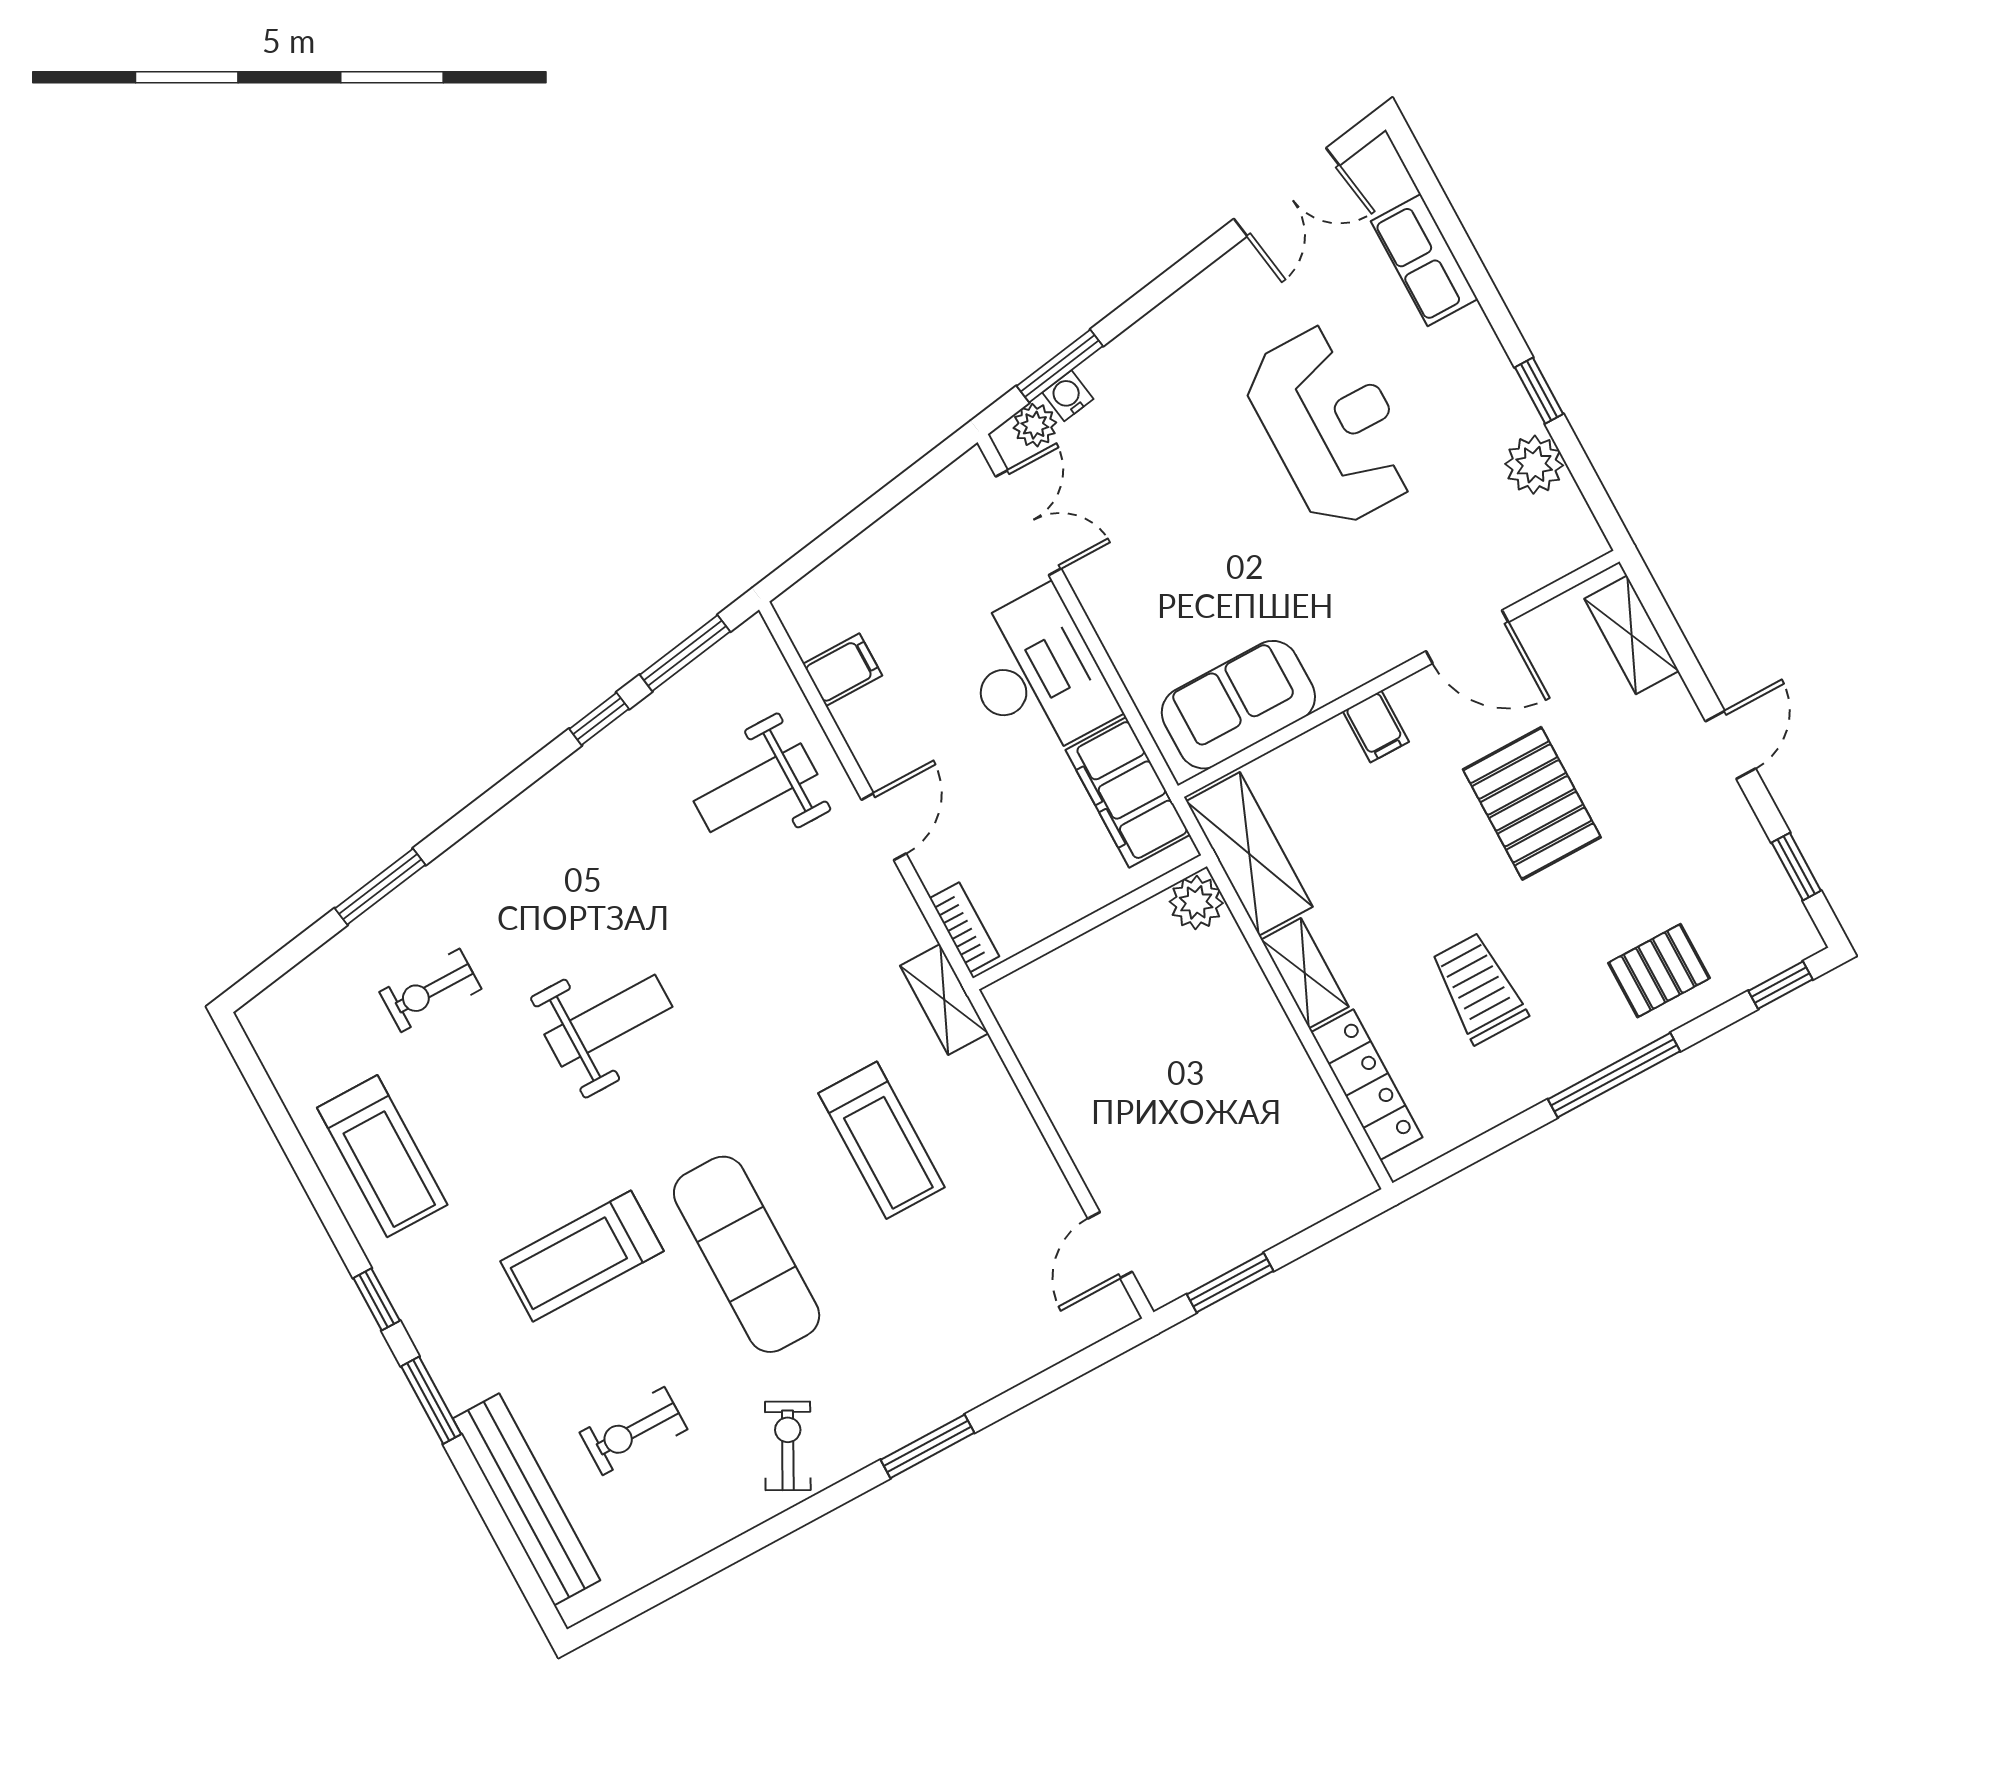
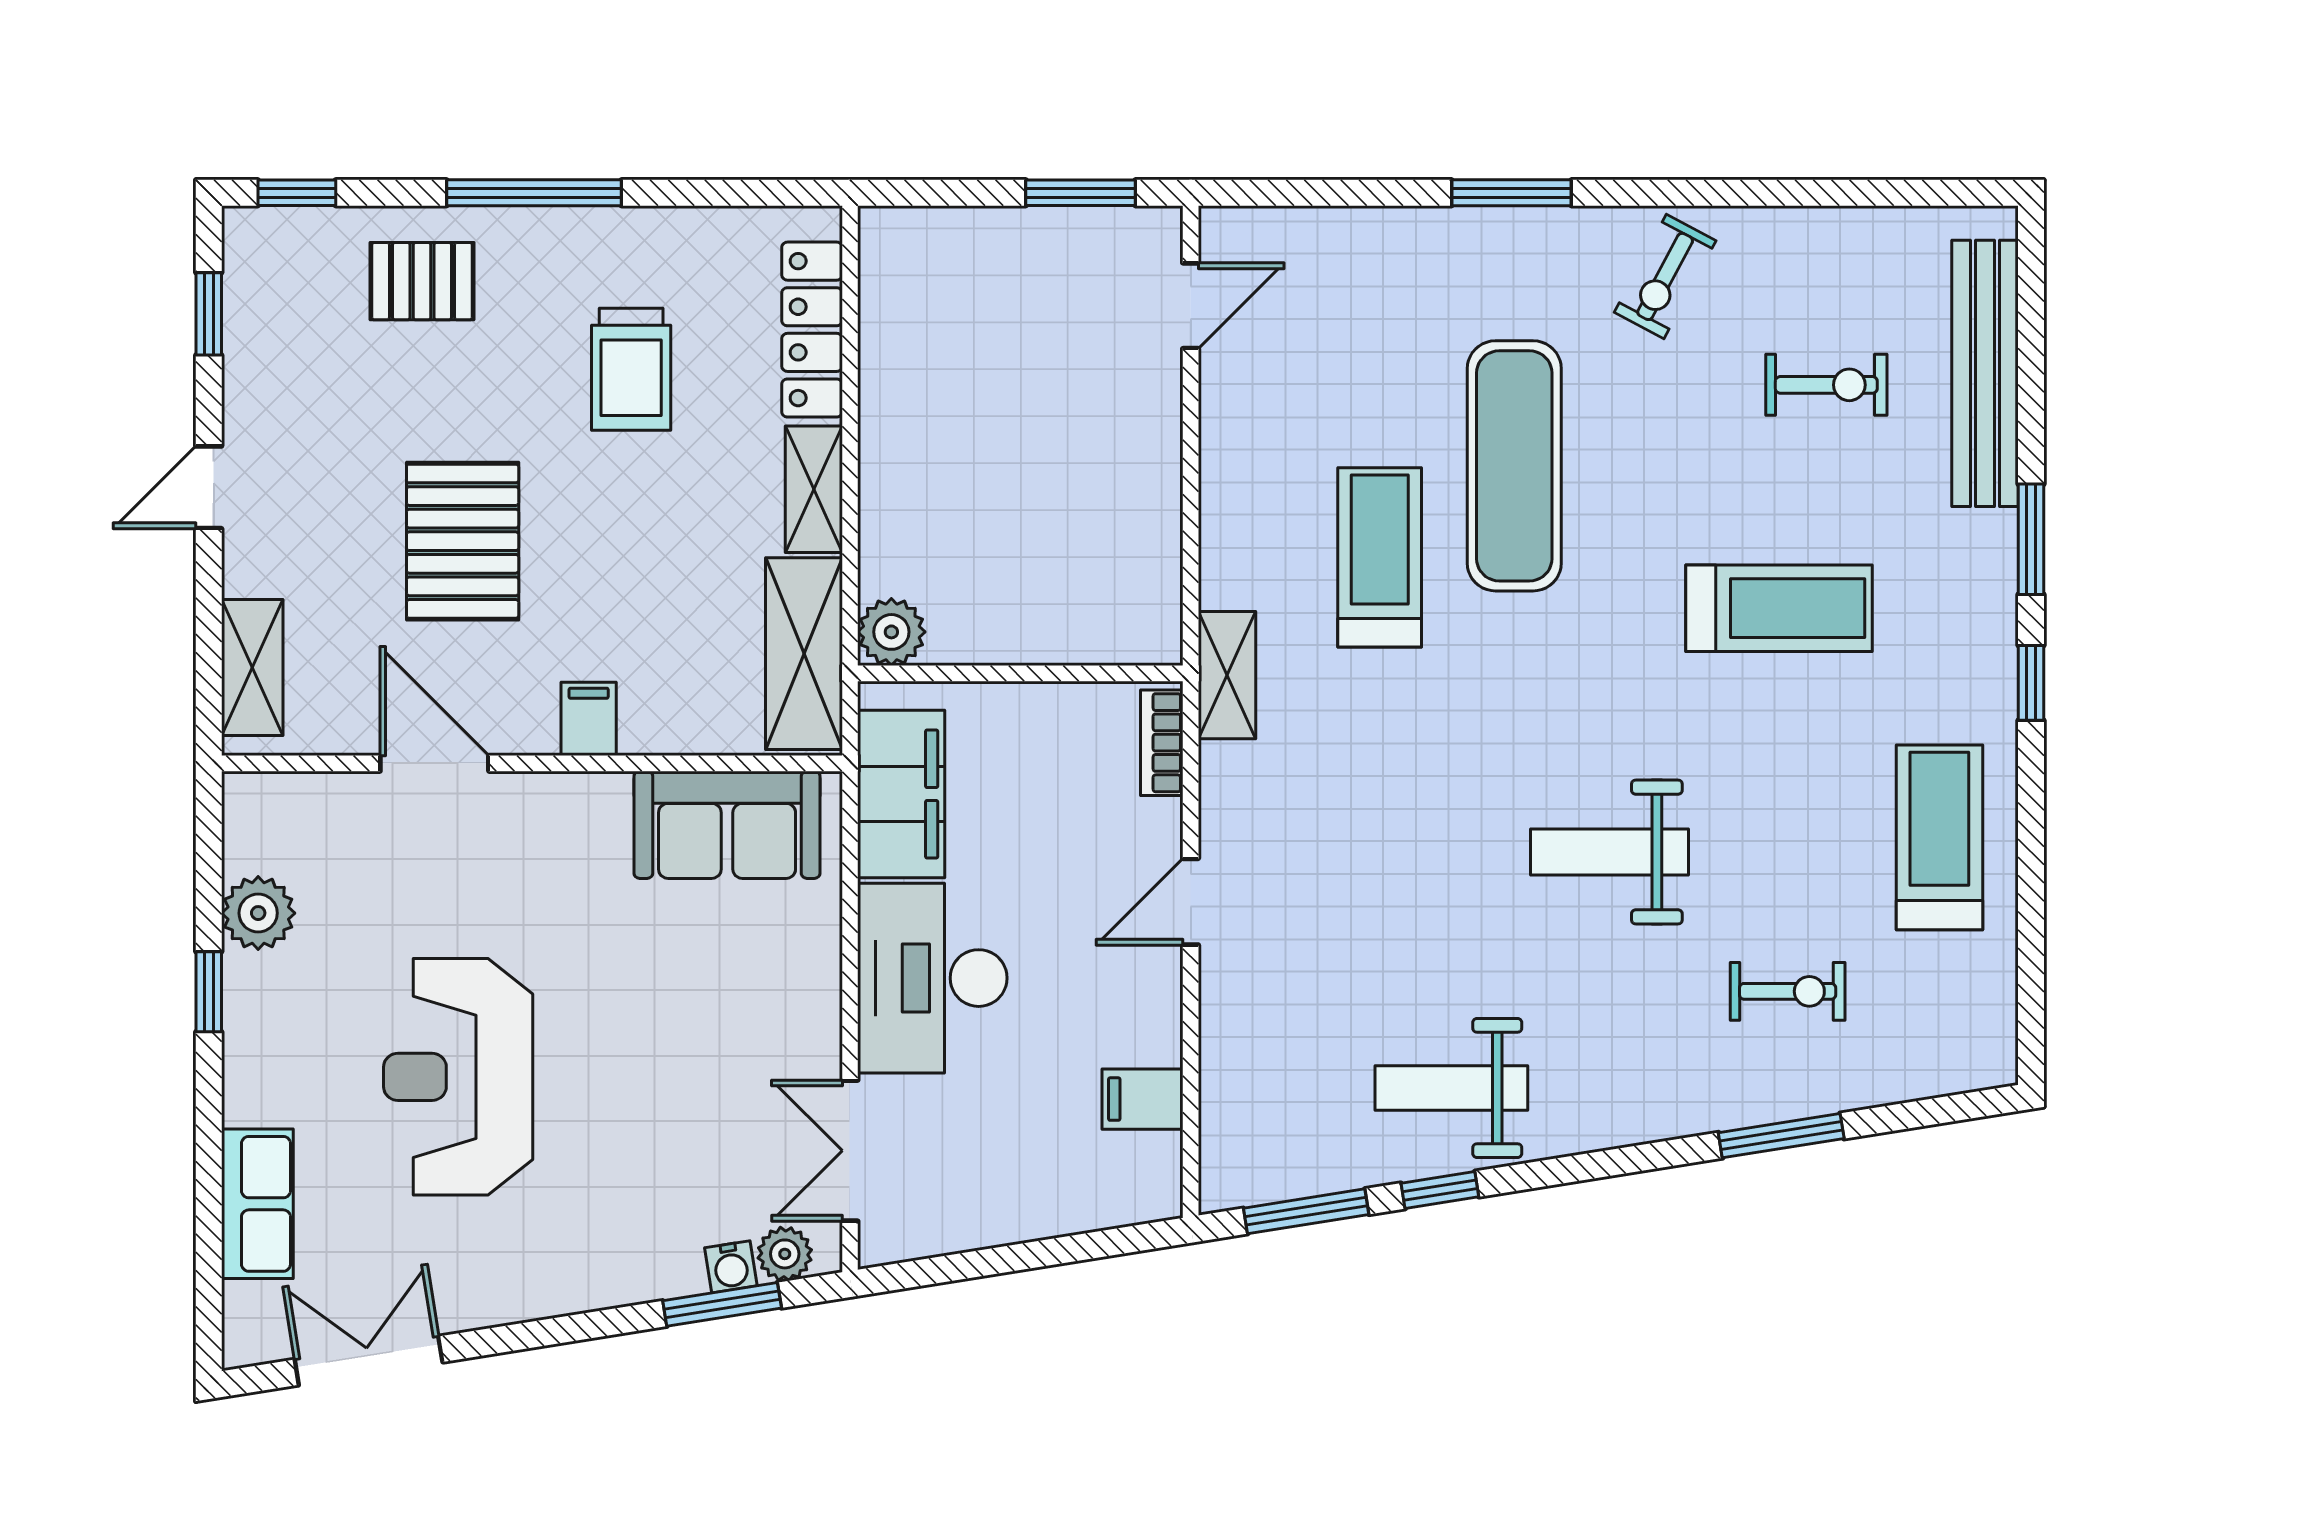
weight bench: (755, 788) -> (1451, 1088), moved, turned 180
exercise mat: (747, 1254) -> (1514, 466), moved

